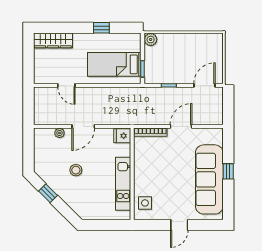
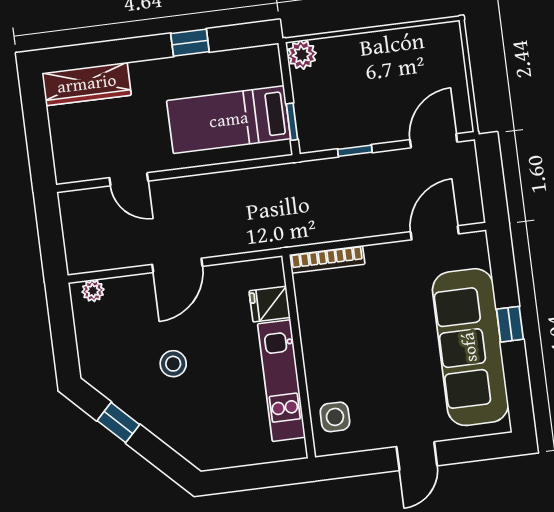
door: (181, 126) -> (435, 233), moved
plant: (60, 133) -> (93, 291), moved
fridge: (122, 136) -> (270, 304), moved

